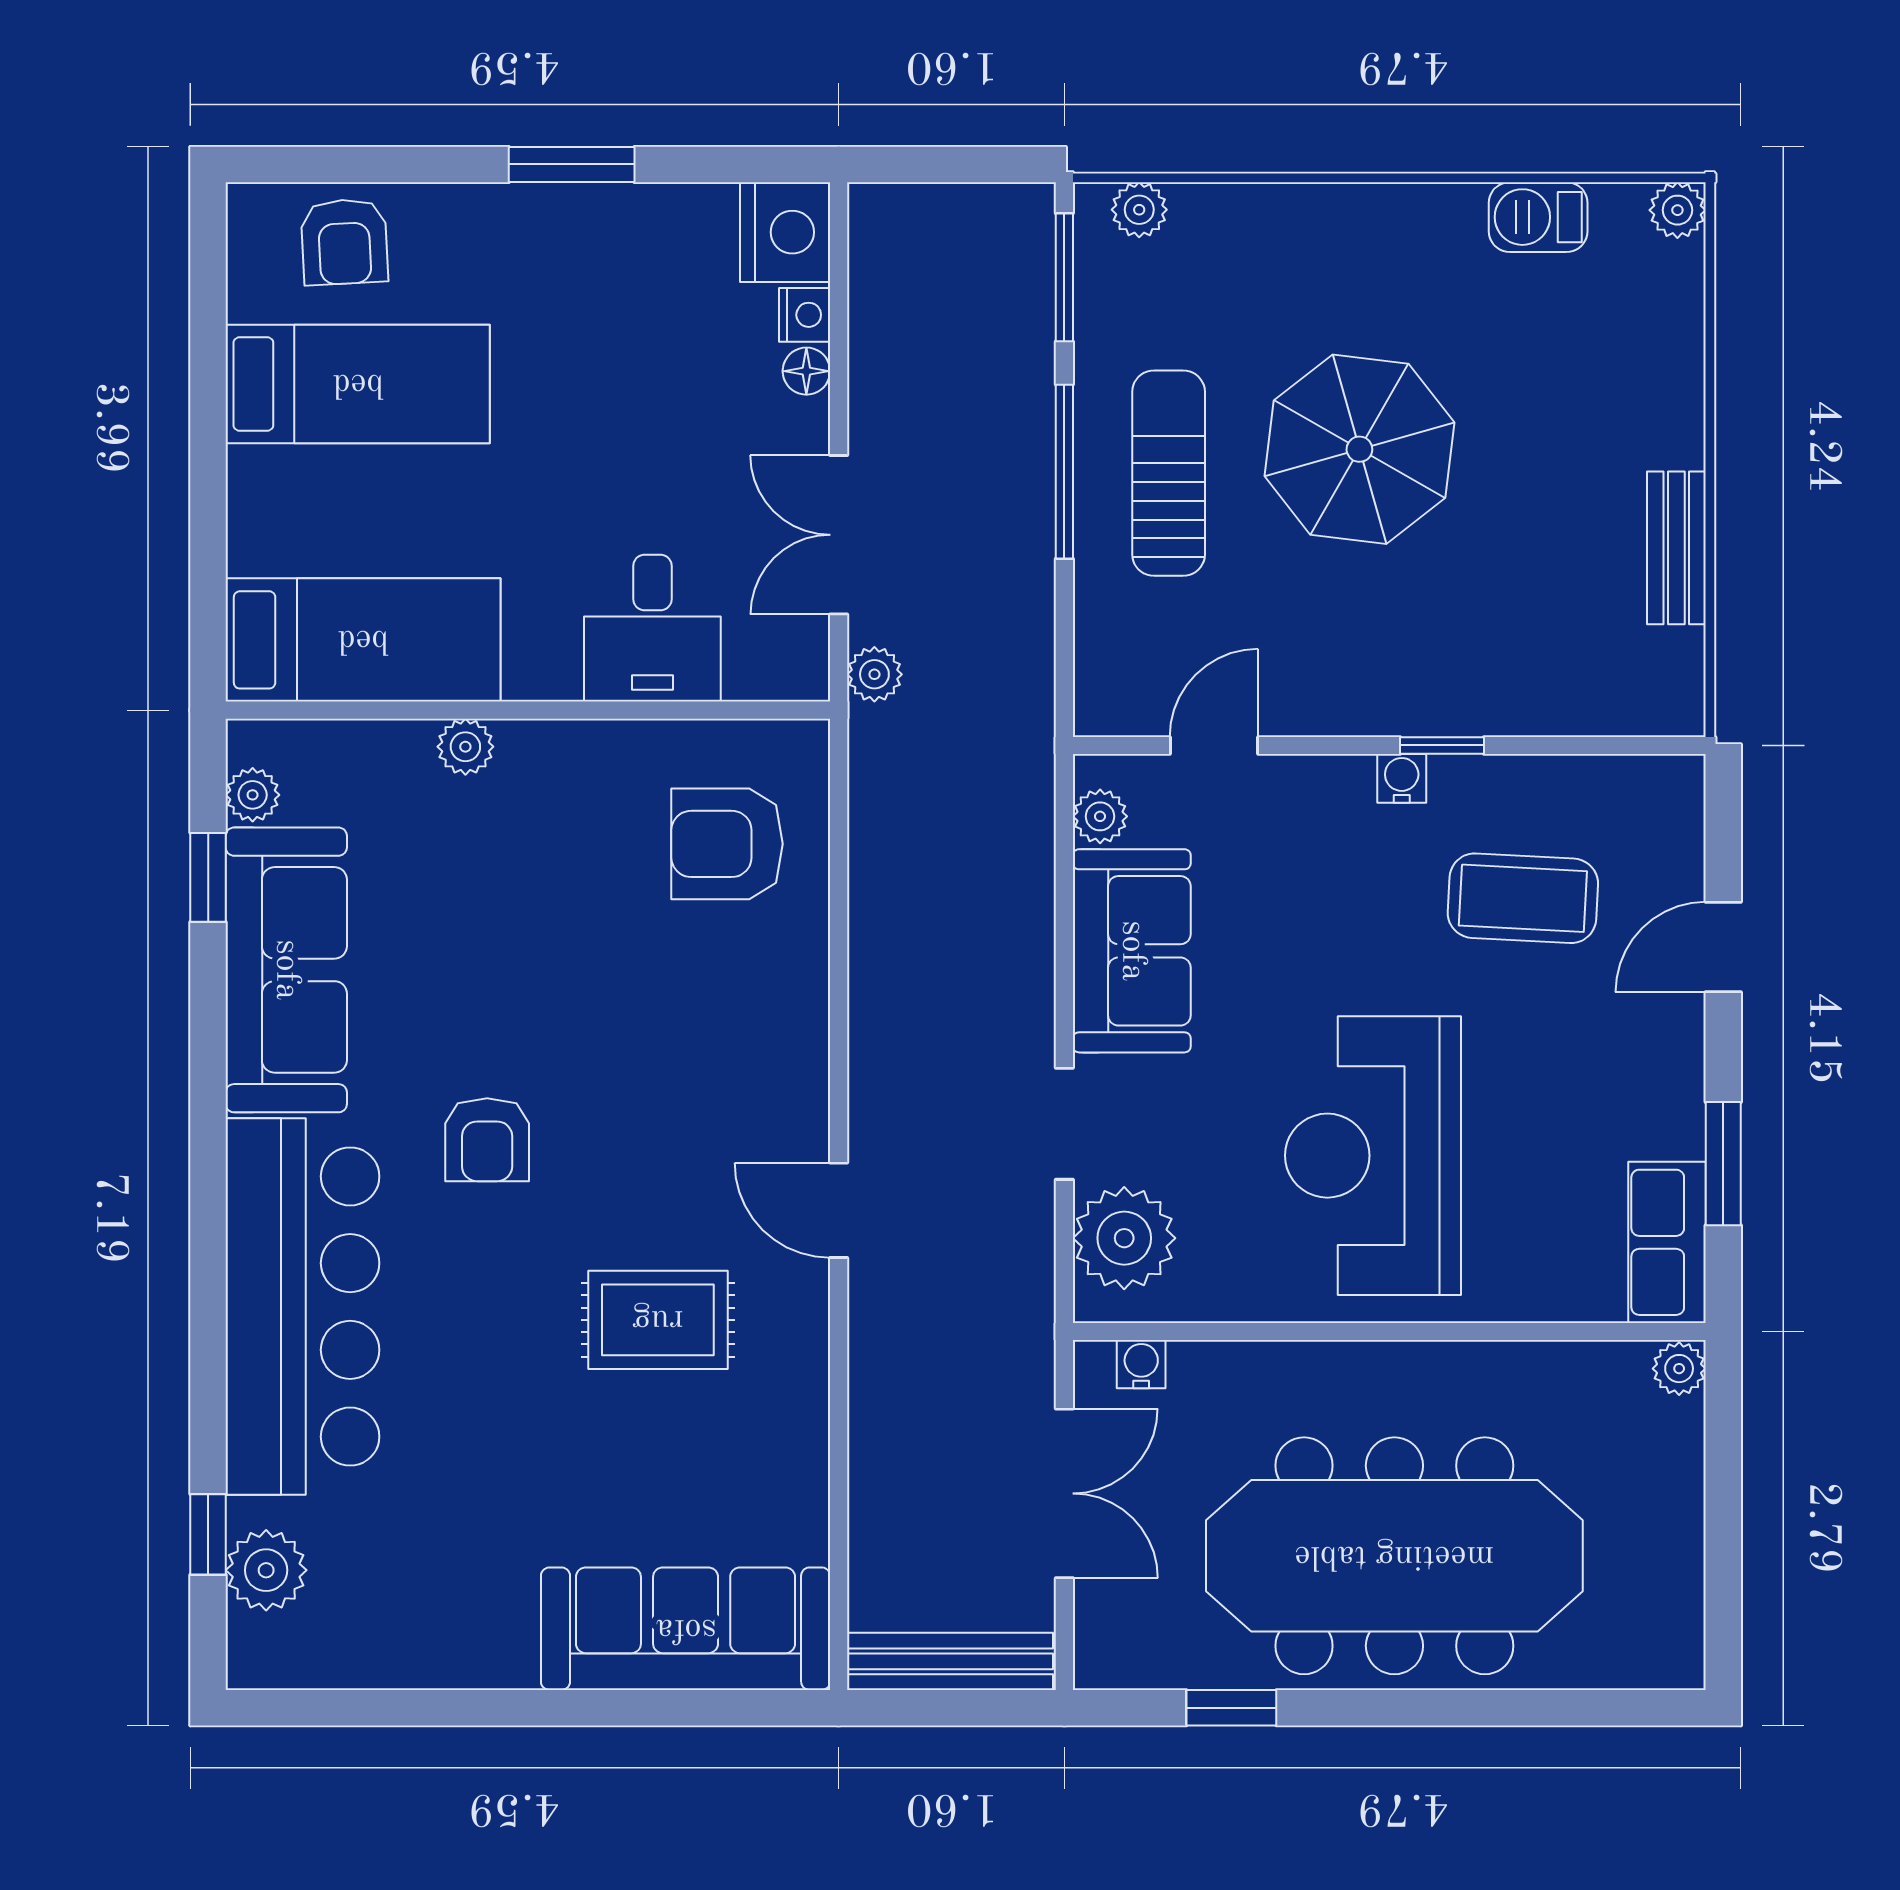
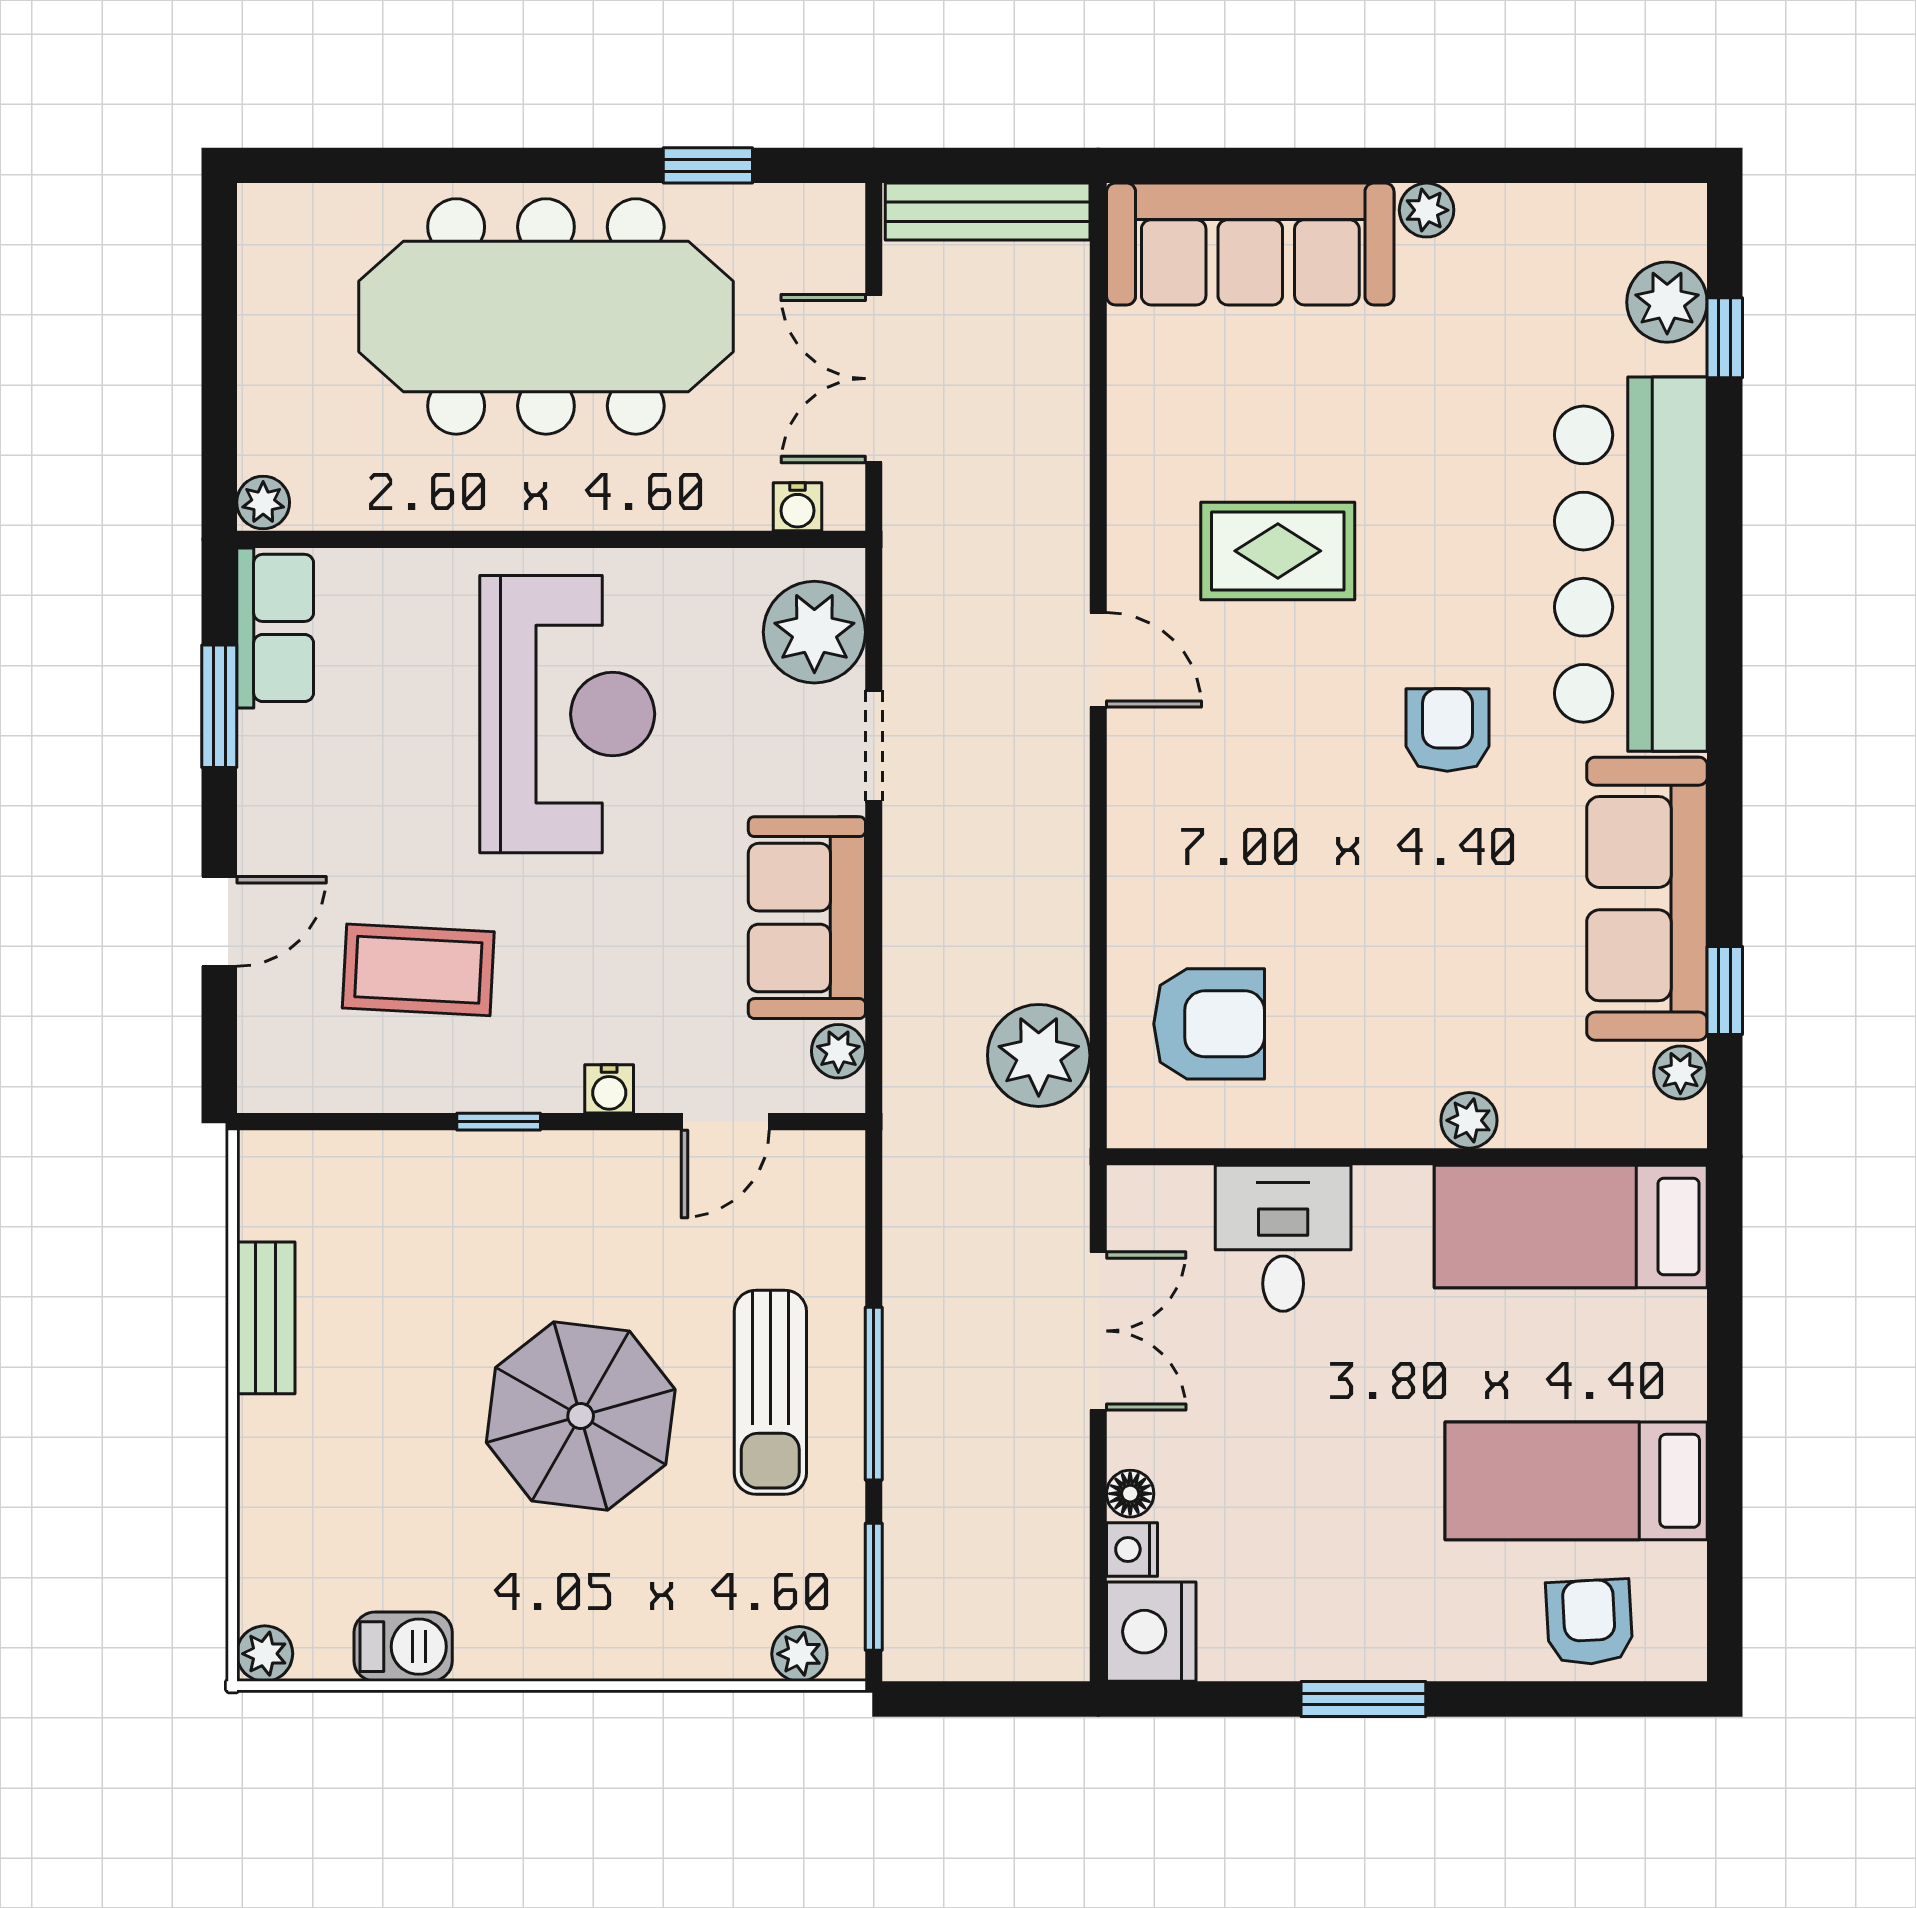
plant: (874, 674) -> (1039, 1055), moved, width x1.87, depth x1.87
water cooler: (1402, 778) -> (609, 1089), moved
plant: (508, 1663) -> (1427, 210), added

